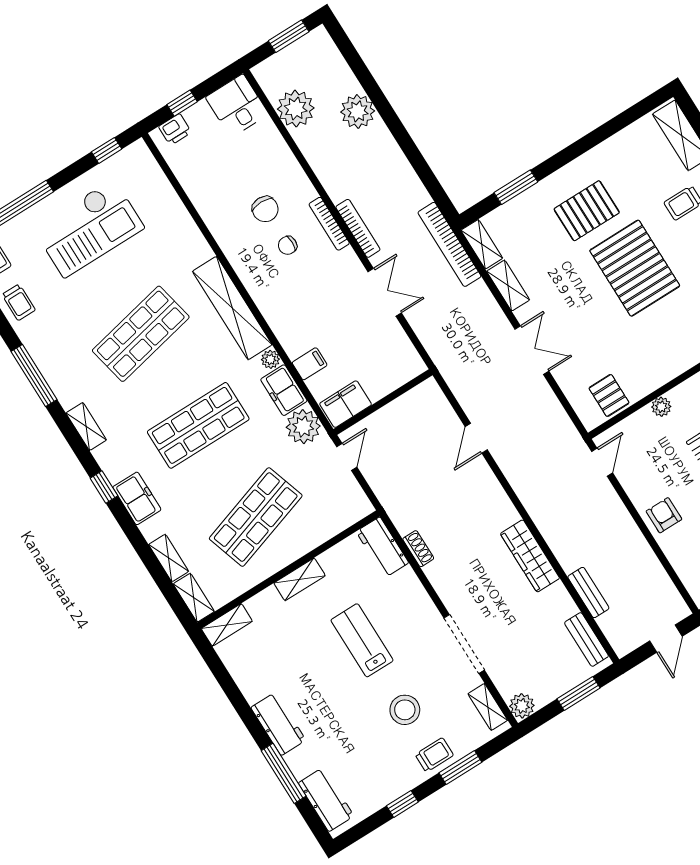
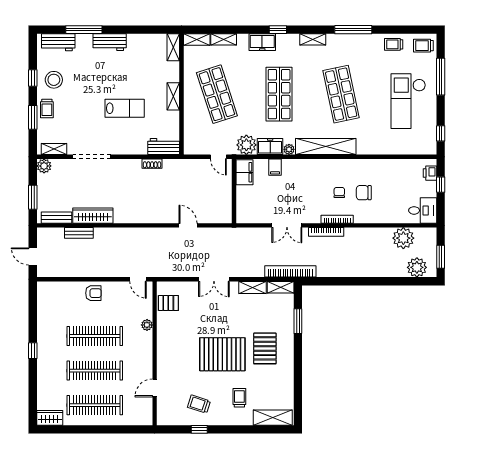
plant: (358, 111) -> (417, 267), moved
wardrobe: (530, 556) -> (93, 216), moved
stool: (405, 710) -> (54, 80), moved

